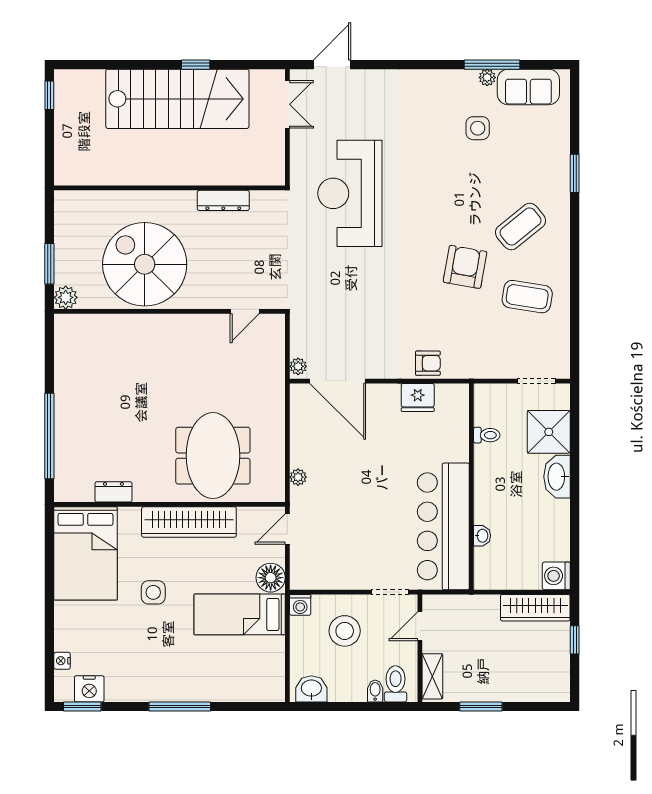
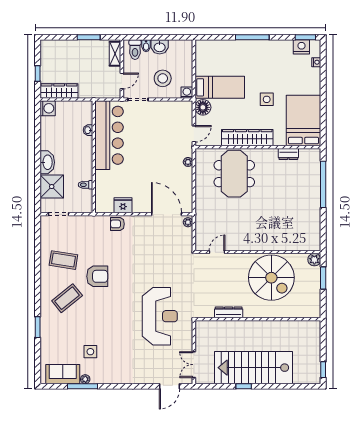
armchair: (465, 267) -> (97, 276), turned -100
washbasin: (311, 689) -> (160, 47), moved

